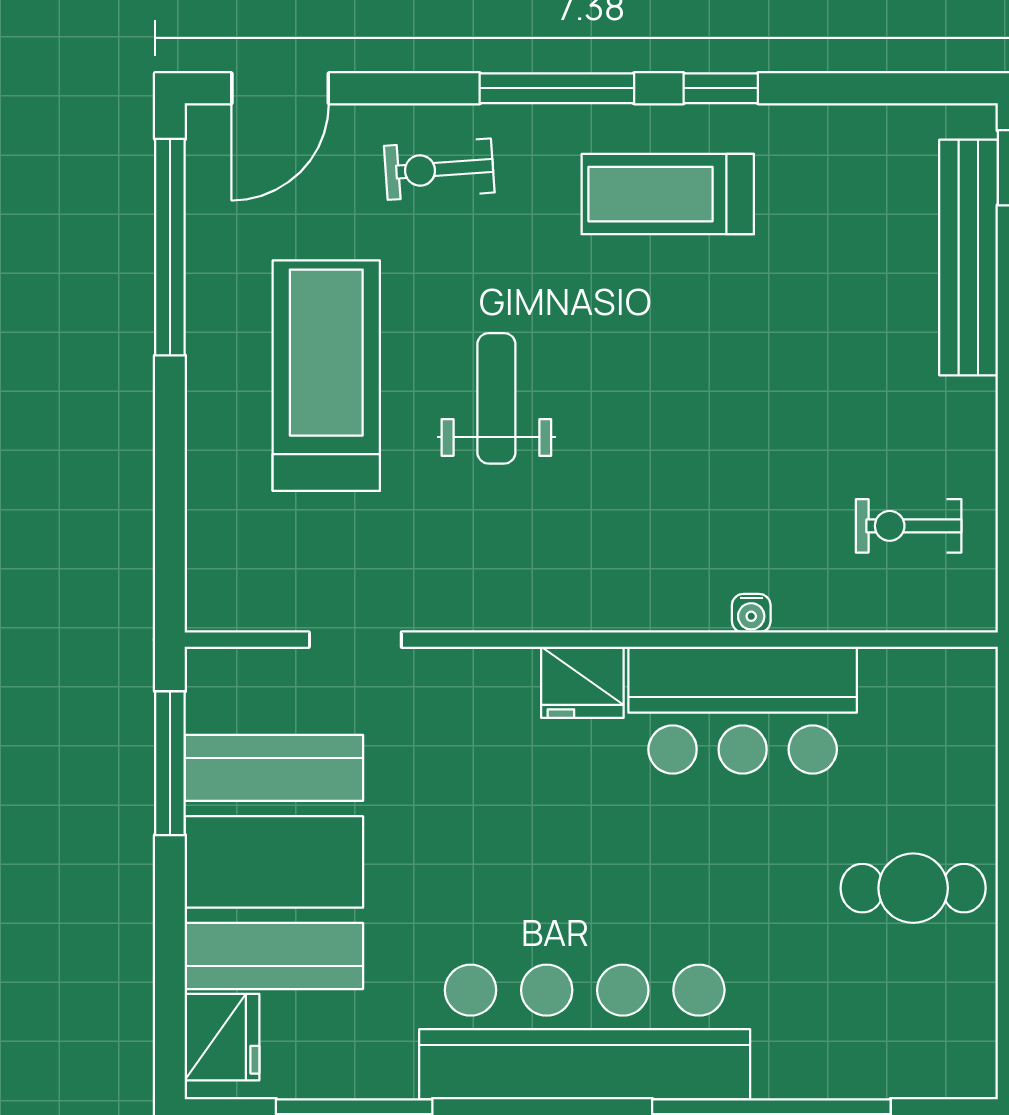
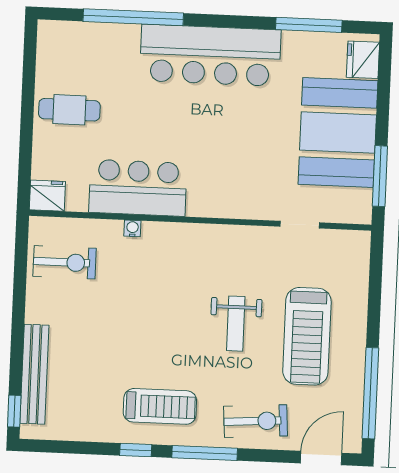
exercise bike: (439, 169) -> (256, 421), width x1.38, depth x1.39
exercise bike: (909, 526) -> (65, 262), width x1.38, depth x1.39
fridge: (582, 682) -> (47, 196), moved

